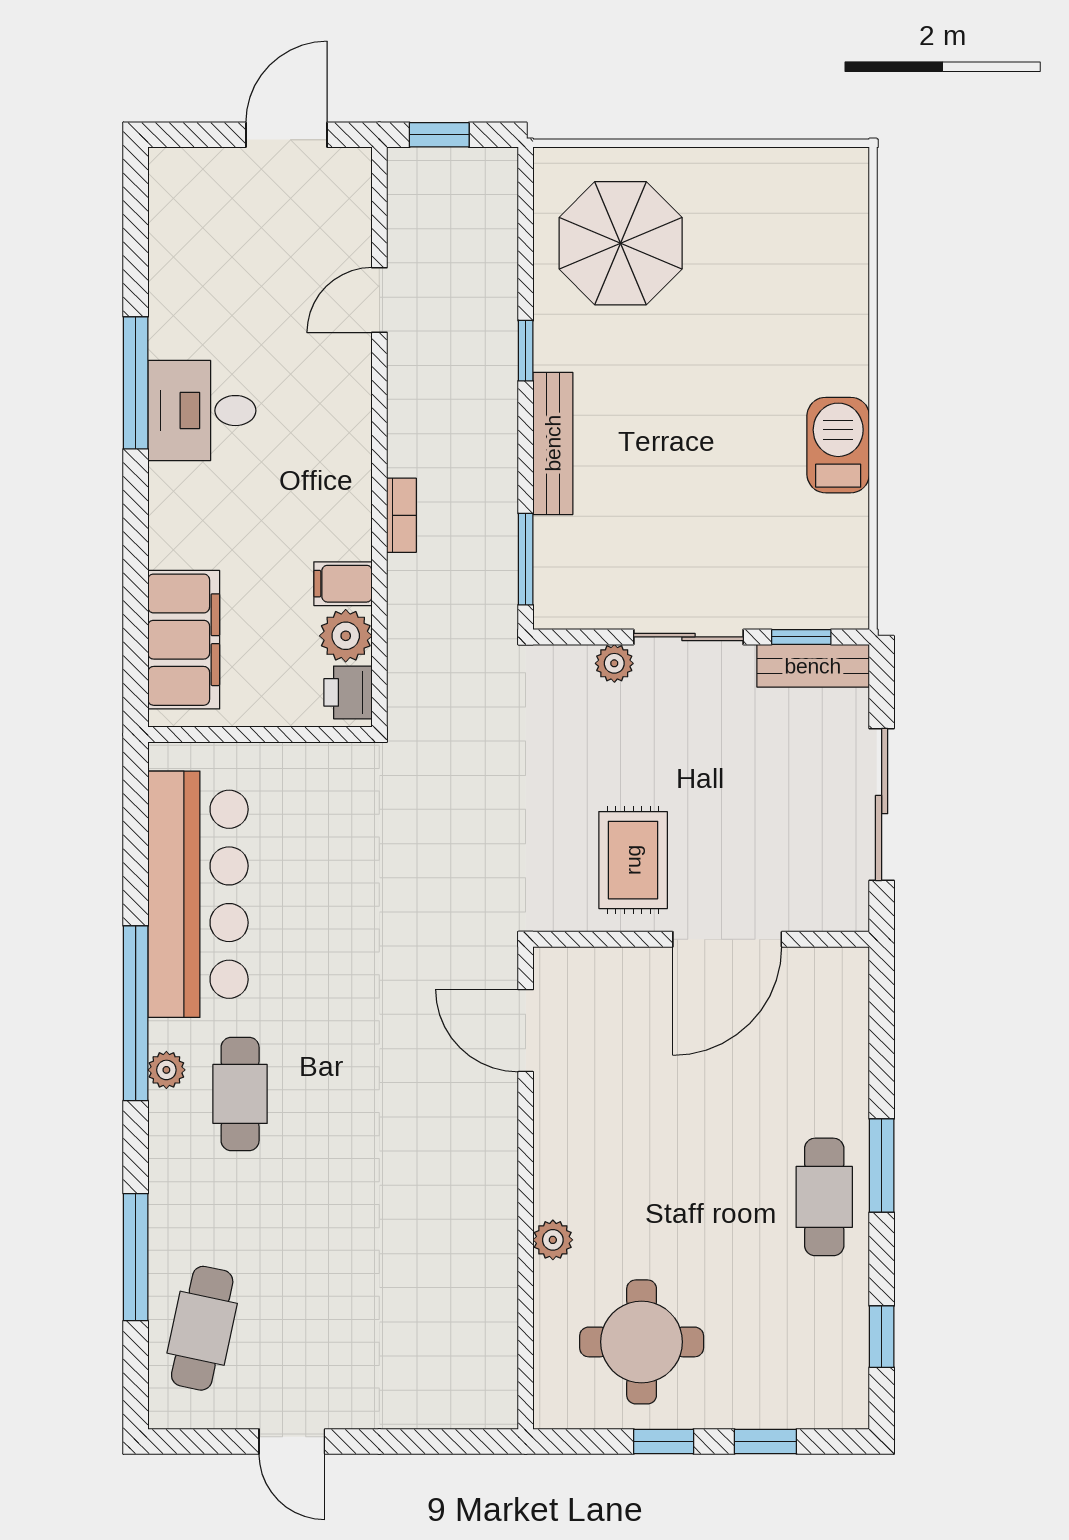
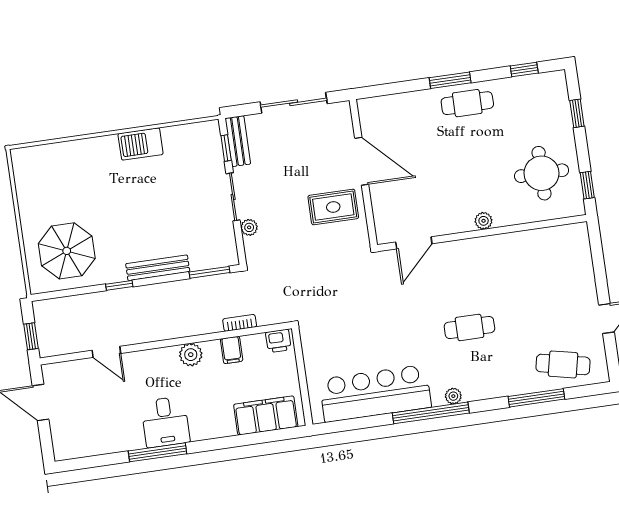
bookcase: (402, 515) -> (240, 323), moved
plant: (346, 636) -> (191, 355), moved
cafe table: (240, 1094) -> (469, 327), moved
plant: (553, 1240) -> (484, 221), moved
window: (664, 1441) -> (587, 185), moved

